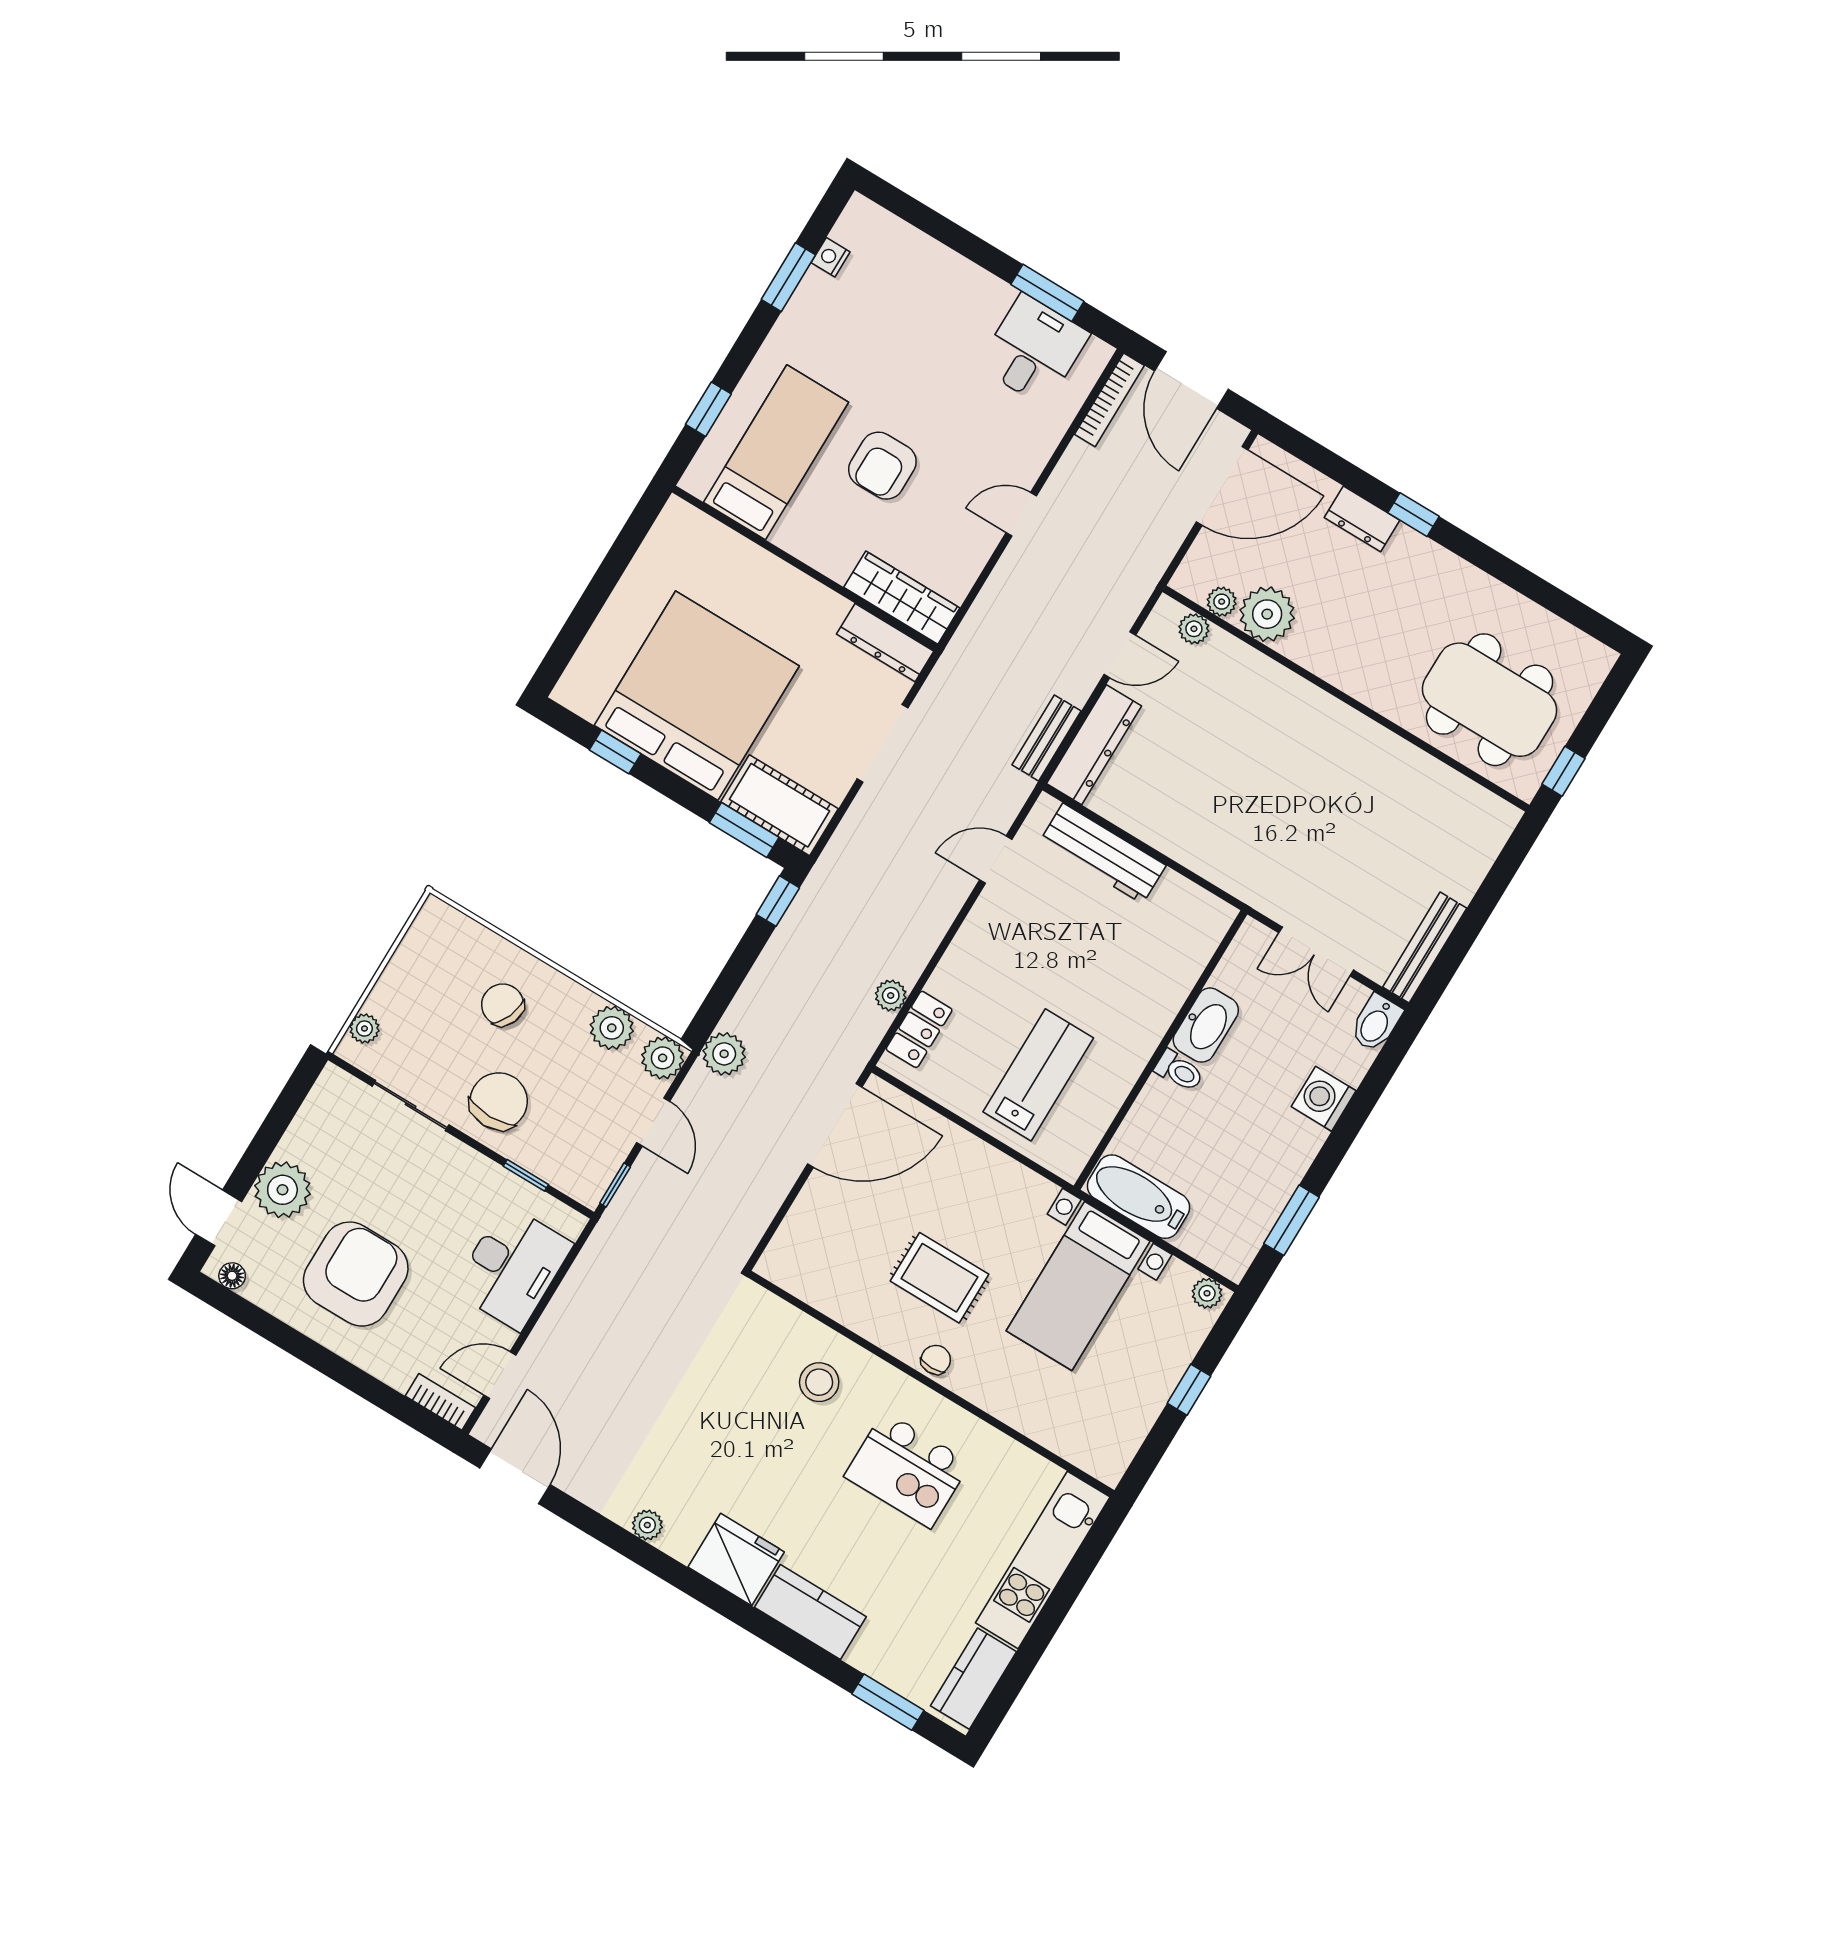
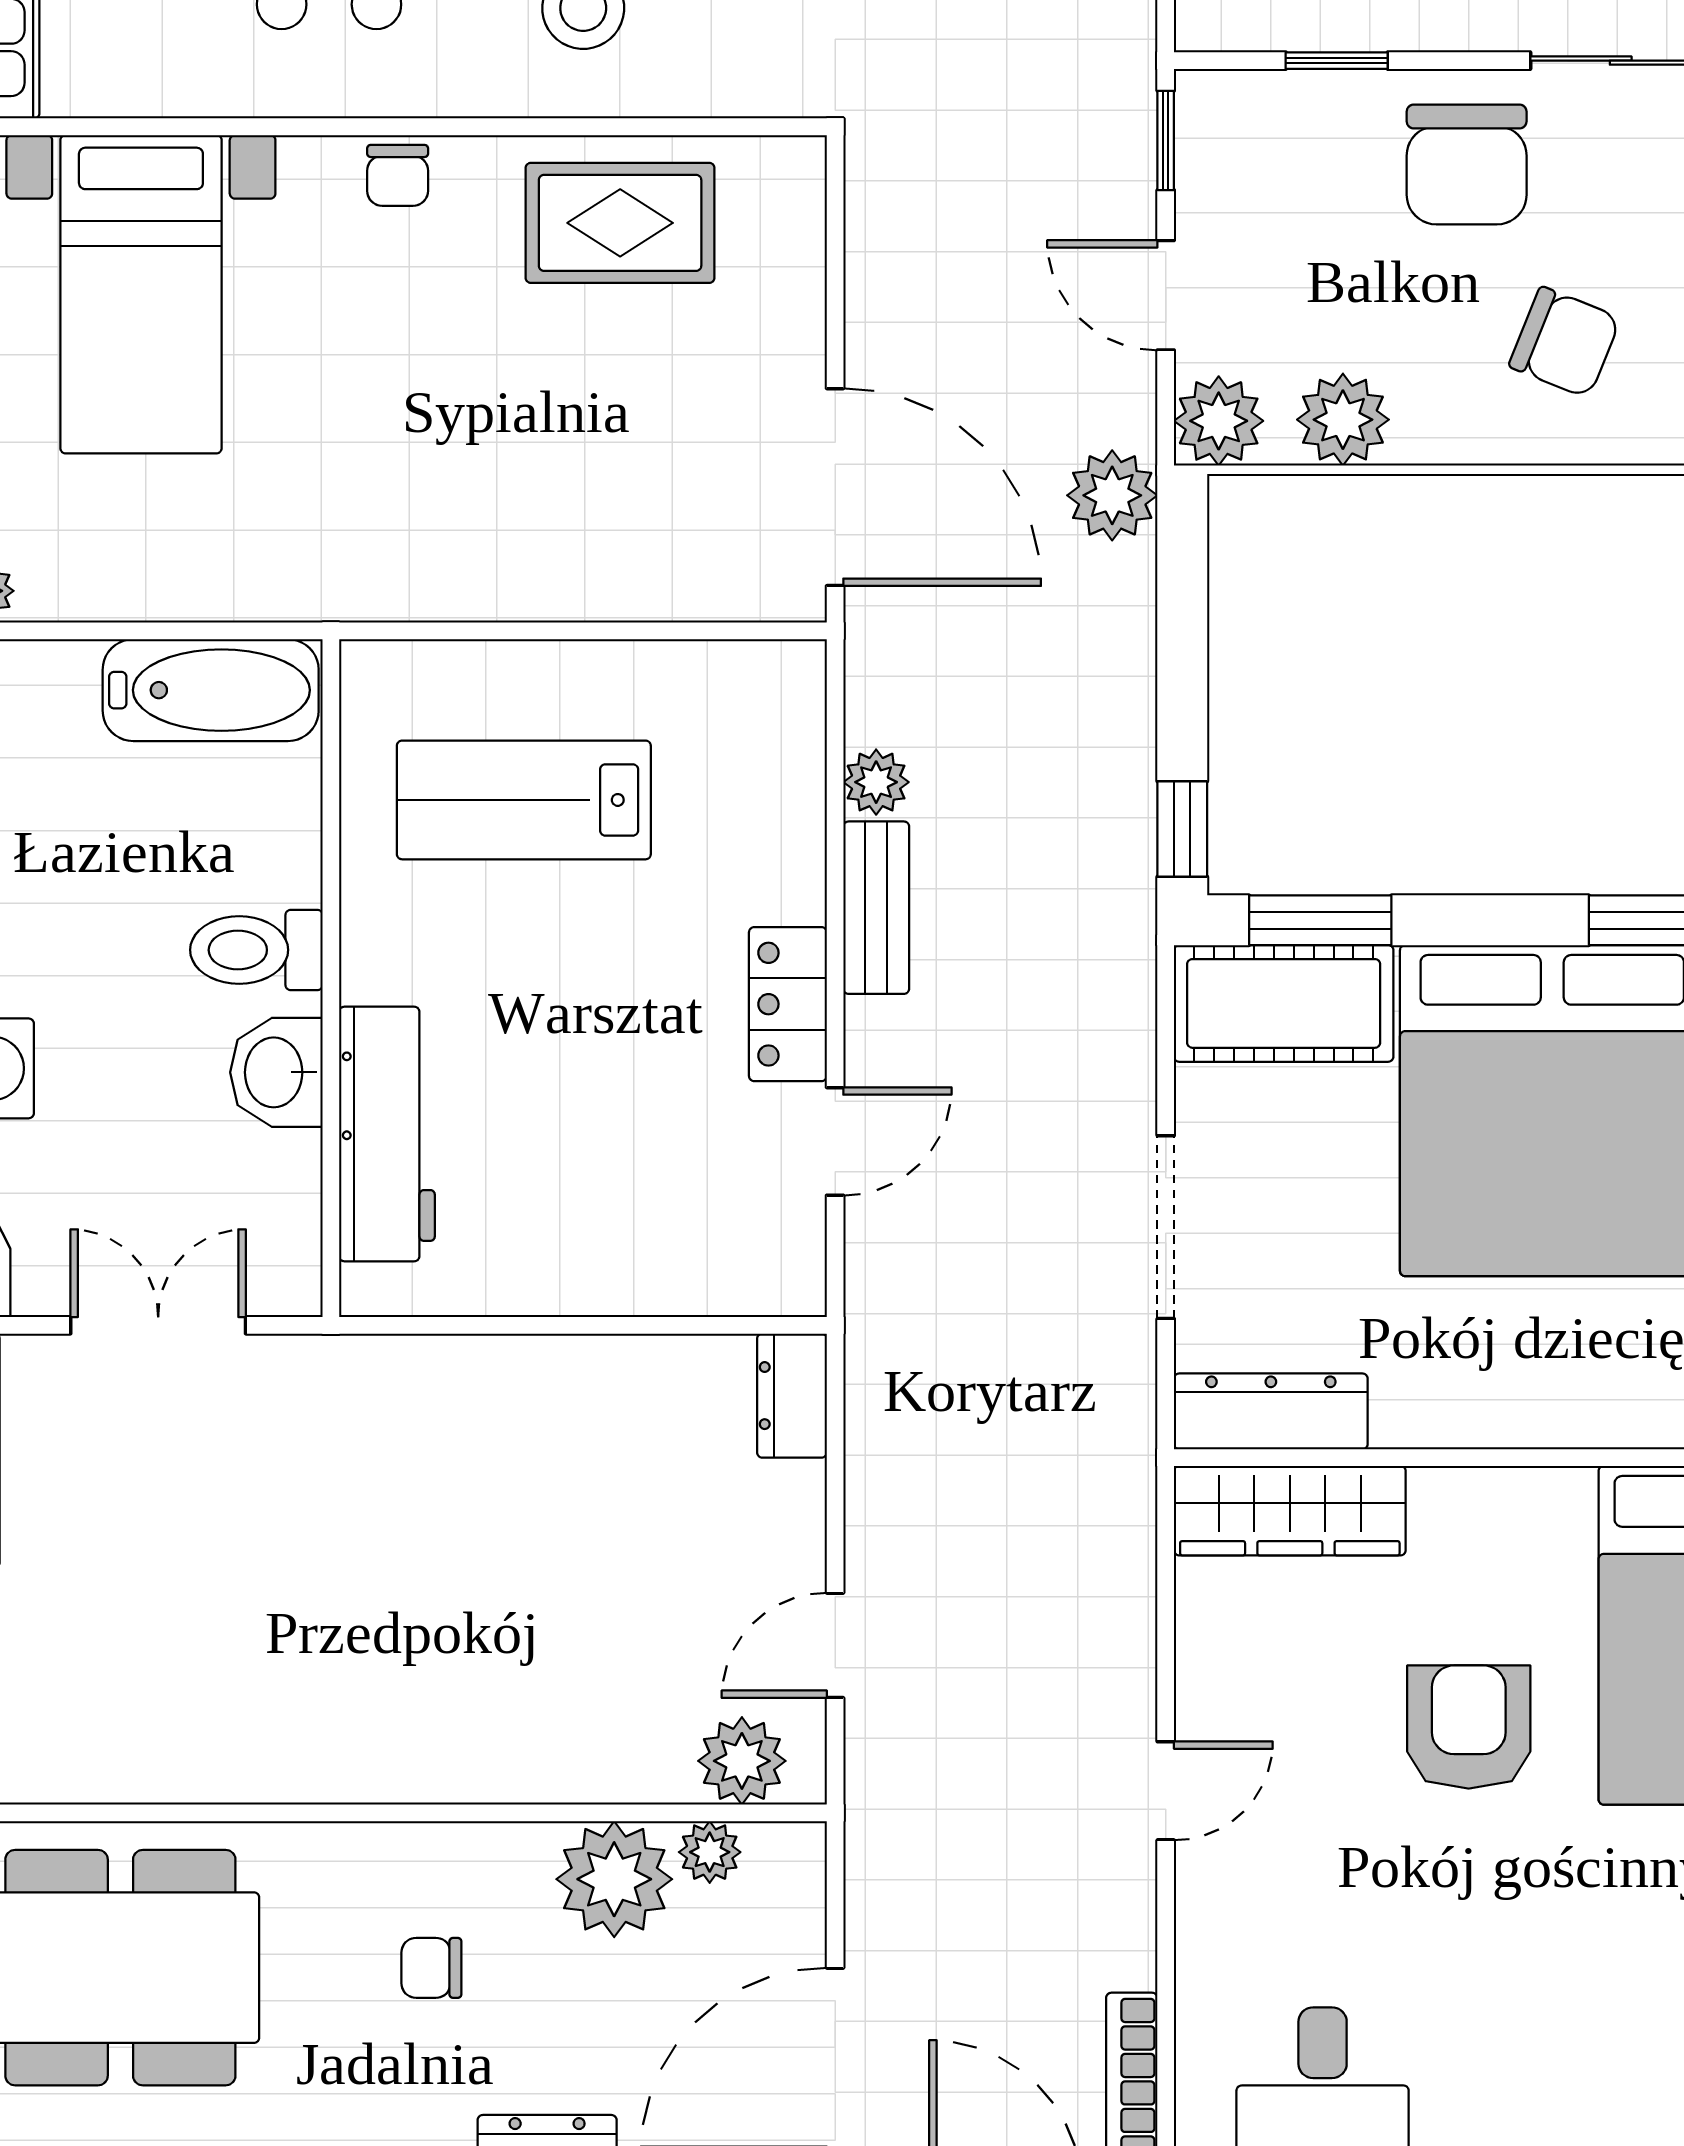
chair: (1363, 623) -> (431, 1968), added
plant: (1194, 629) -> (742, 1761), width x1.38, depth x1.38
bench: (1047, 738) -> (876, 908), moved
dresser: (1094, 745) -> (792, 1396), width x0.51, depth x0.80
workbench: (1103, 853) -> (387, 1134), moved, turned 90
washbasin: (1206, 1025) -> (276, 1072), width x0.72
locker: (919, 1029) -> (788, 1004), moved
toilet: (1179, 1071) -> (256, 950), width x1.37, depth x1.39
lab bench: (1038, 1075) -> (524, 800), turned 90
door: (835, 1125) -> (835, 487), swing flipped
rug: (939, 1278) -> (620, 223), moved
bed with nightstands: (1078, 1286) -> (141, 294), moved, turned 180

